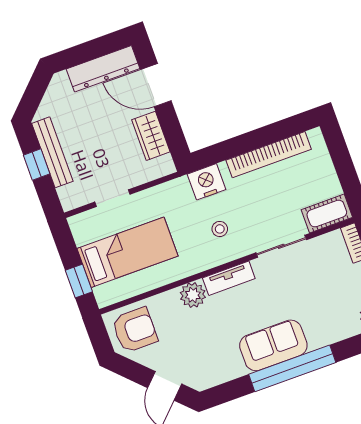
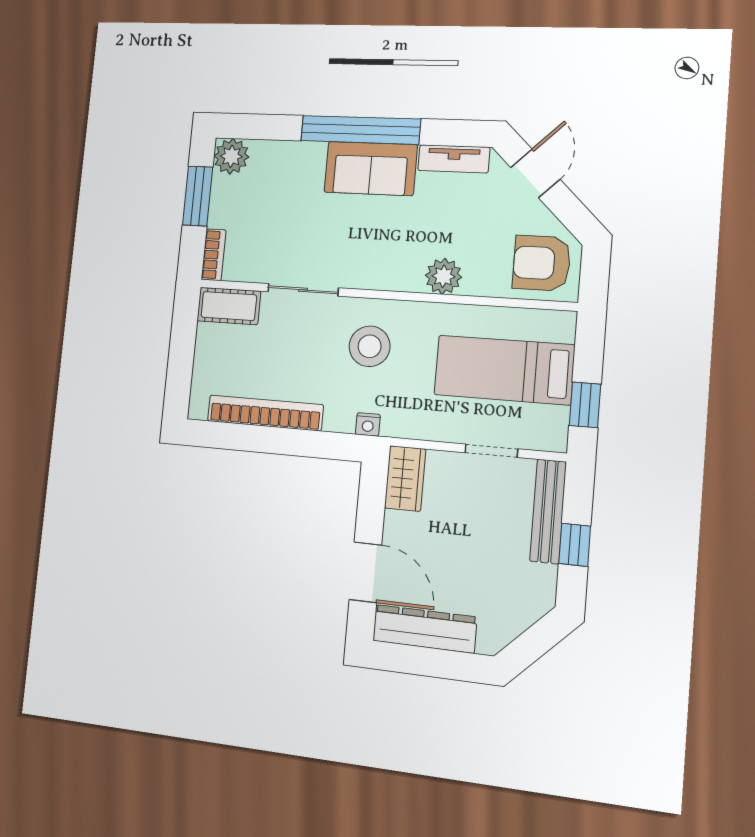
wardrobe: (151, 136) -> (405, 478), moved
bench: (52, 152) -> (548, 511), moved
nightstand: (207, 182) -> (368, 424), width x0.53, depth x0.56
stool: (220, 229) -> (370, 346), width x1.89, depth x1.89
tv unit: (229, 278) -> (454, 159), moved, turned 180
window: (79, 281) -> (585, 405), moved

